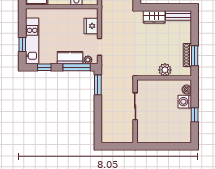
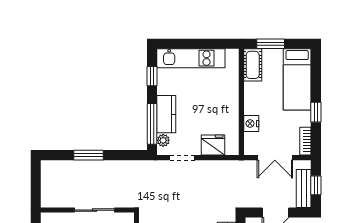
window: (22, 44) -> (186, 44), removed
window: (98, 85) -> (88, 155), moved

